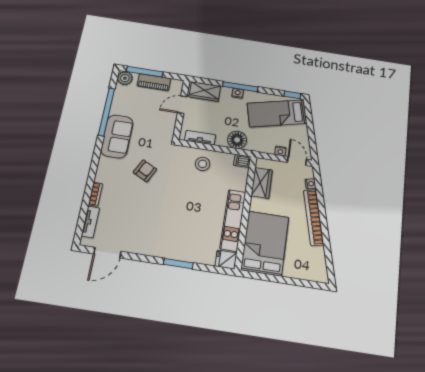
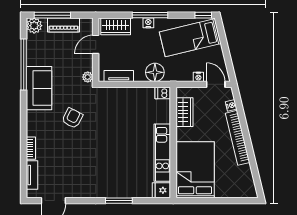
plant: (168, 134) -> (88, 77), added
stool: (203, 164) -> (125, 102), removed

